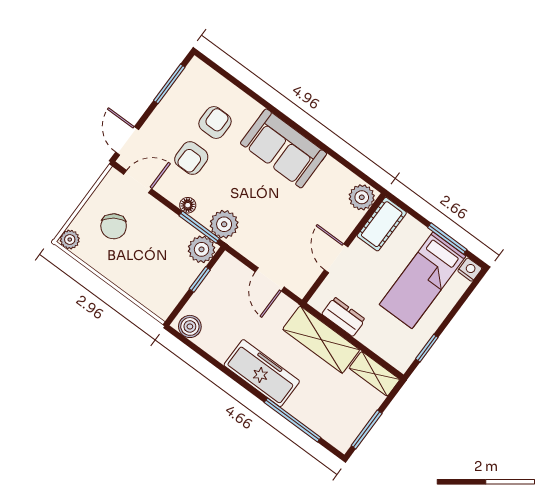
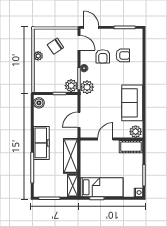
door: (127, 141) -> (91, 27), hinge flipped
sofa: (284, 148) -> (132, 103), moved
armchair: (191, 158) -> (103, 56), turned -90
plant: (70, 240) -> (38, 56), moved
bed: (423, 280) -> (102, 187), moved, turned 180
dresser: (344, 317) -> (85, 158), removed

